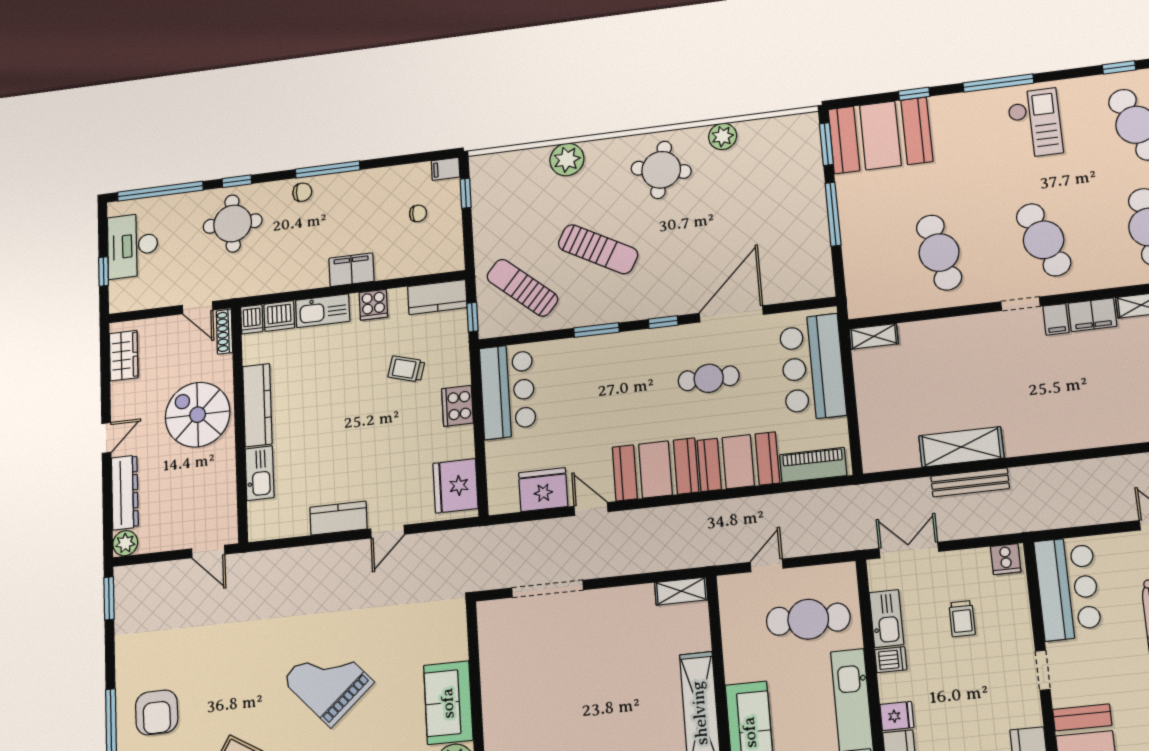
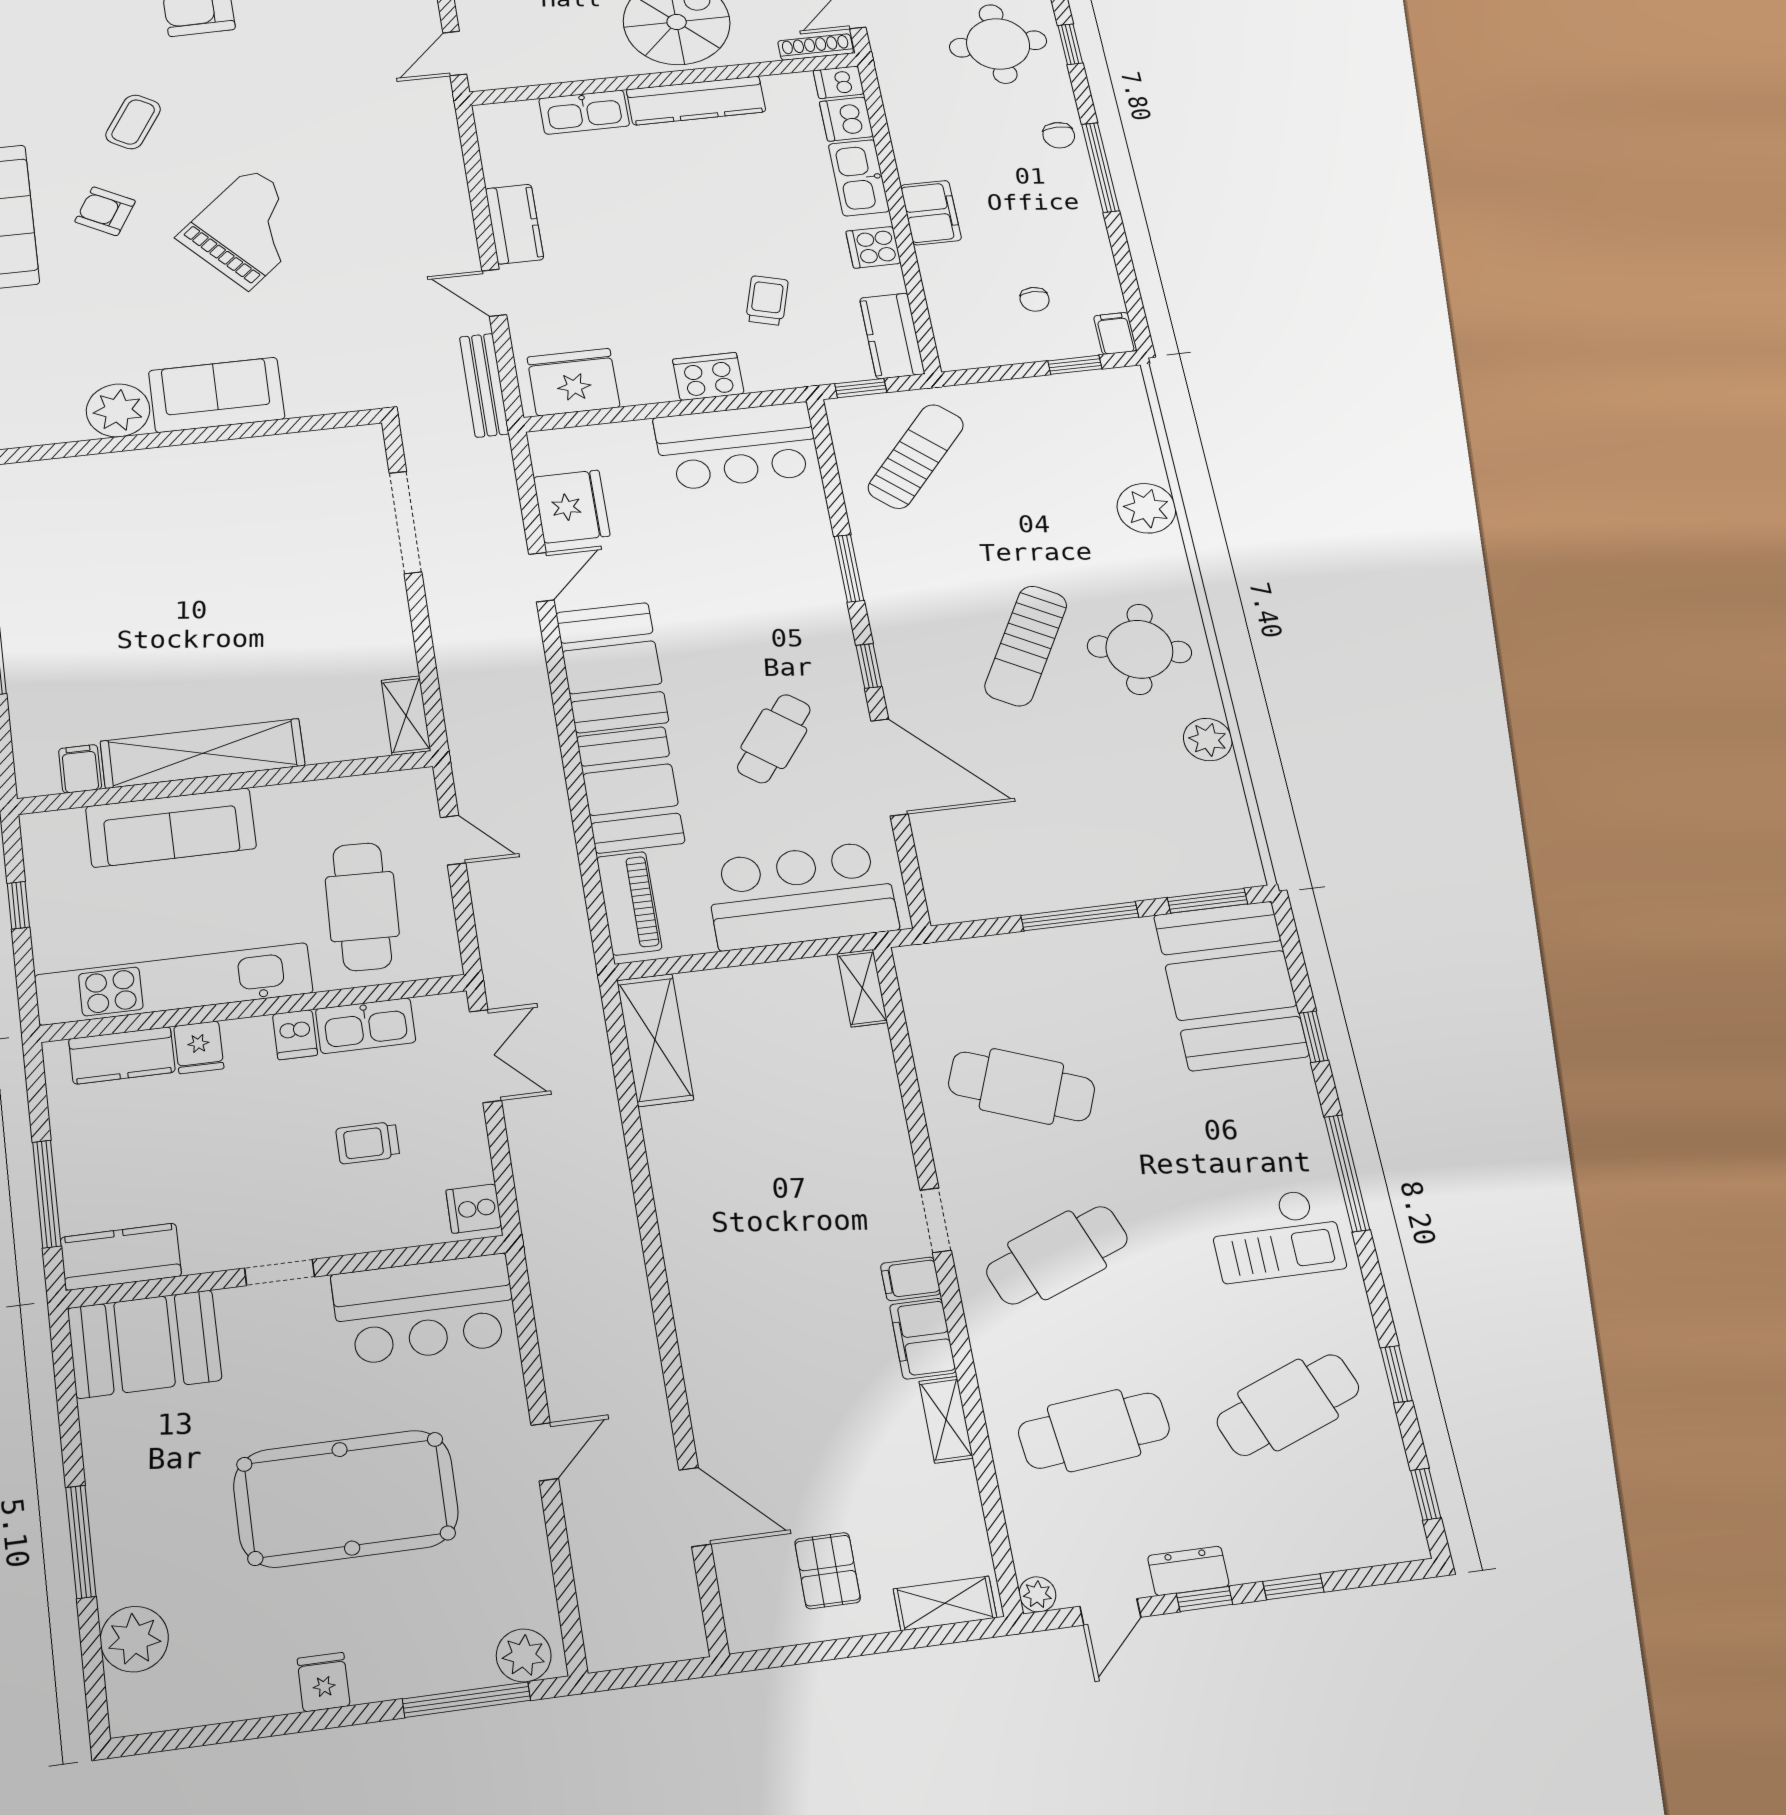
sun lounger: (598, 249) -> (1026, 646), moved
cafe table: (939, 253) -> (1022, 1086), turned 33
cafe table: (709, 378) -> (774, 739), turned 37
shelving: (961, 447) -> (655, 1040), moved
bench: (970, 482) -> (484, 385), moved

